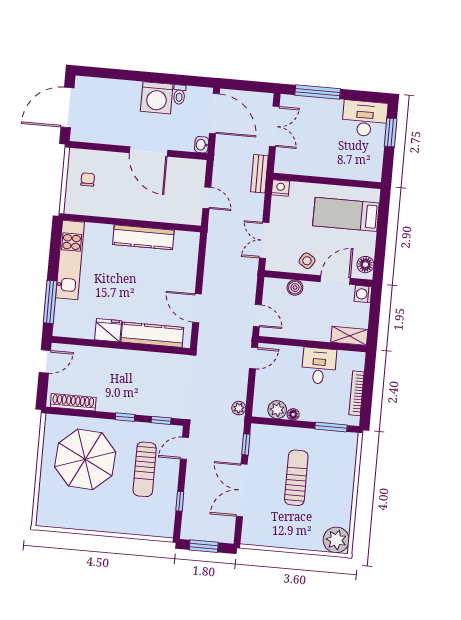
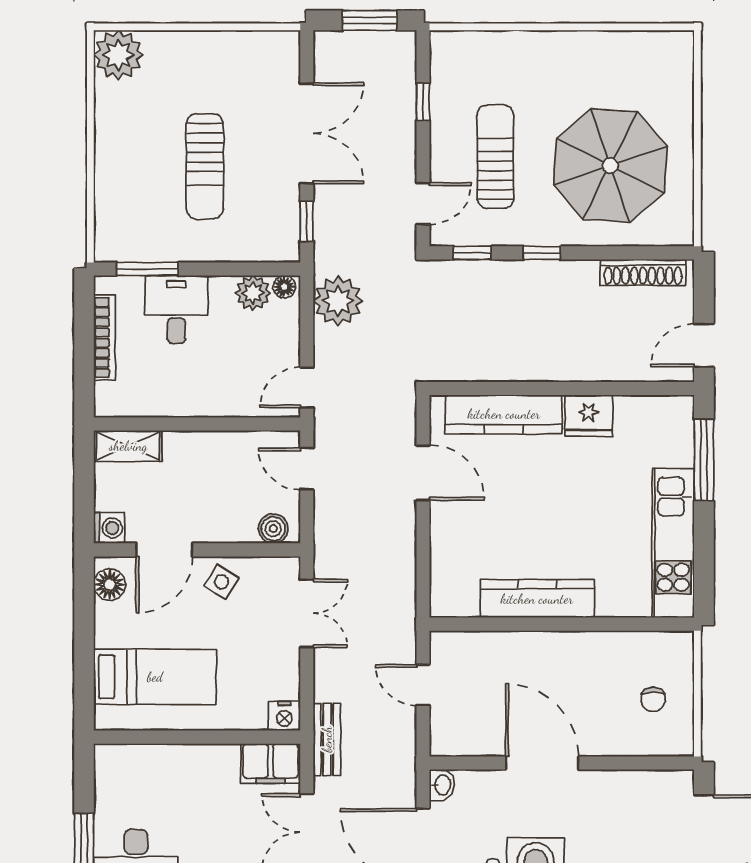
filing cabinet: (290, 164) -> (270, 764), added
boiler: (295, 288) -> (273, 529), moved
desk: (319, 366) -> (176, 310), moved, turned 180
plant: (239, 408) -> (338, 301), width x1.88, depth x1.88
floor lamp: (293, 414) -> (284, 287), moved

